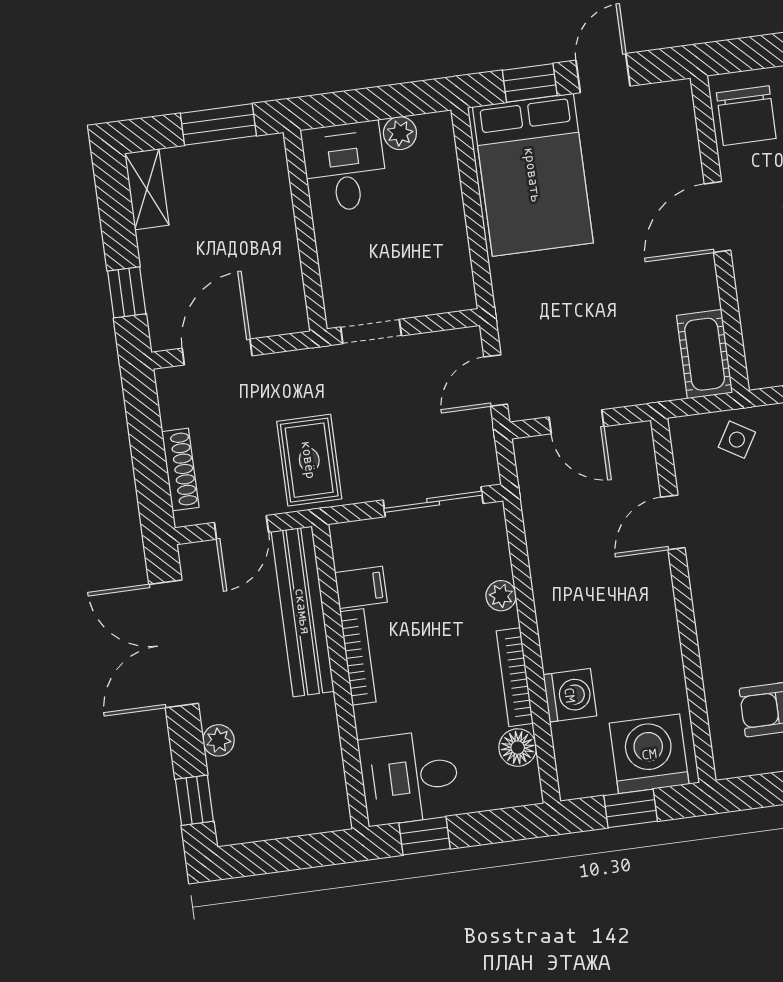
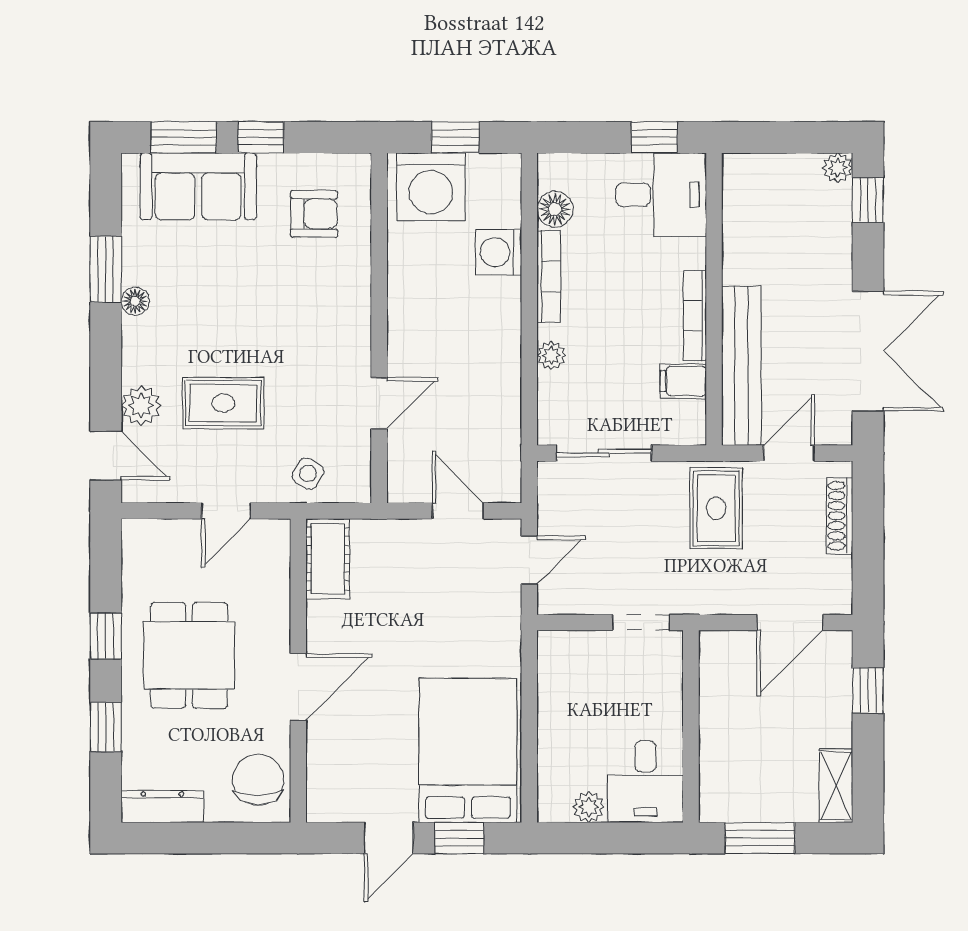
plant: (219, 740) -> (838, 168), moved

